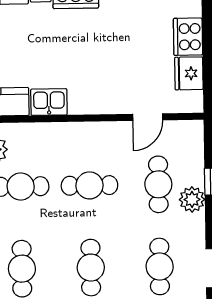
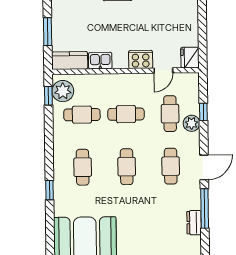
cooker: (188, 37) -> (141, 59), moved, turned 90
fridge: (189, 73) -> (190, 58), moved

